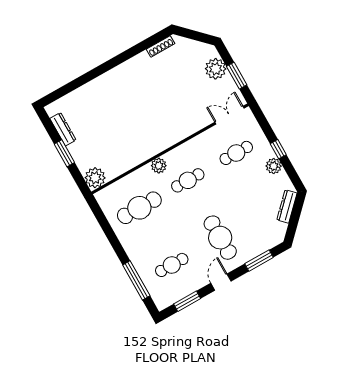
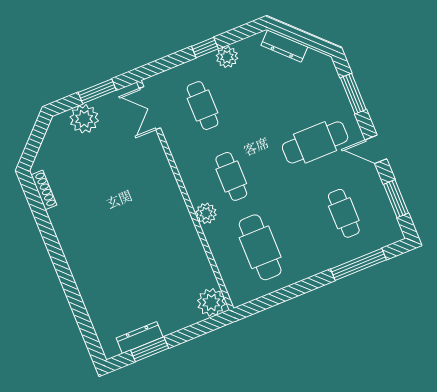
window: (64, 153) -> (150, 349), moved

